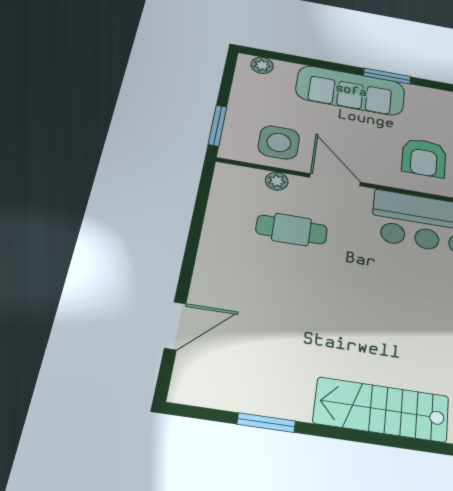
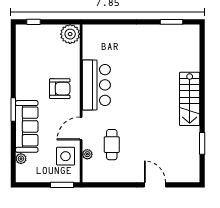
plant: (262, 65) -> (21, 159), moved
door: (175, 326) -> (155, 185), moved

